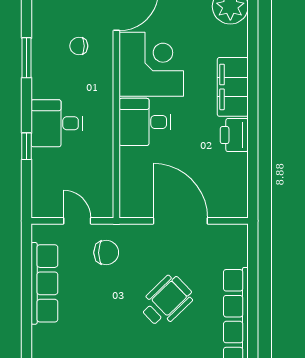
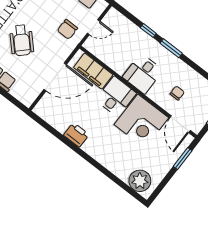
window: (27, 58) -> (171, 48), moved
filing cabinet: (233, 87) -> (93, 71), moved, turned 180
desk: (57, 123) -> (143, 74), moved, turned 180

